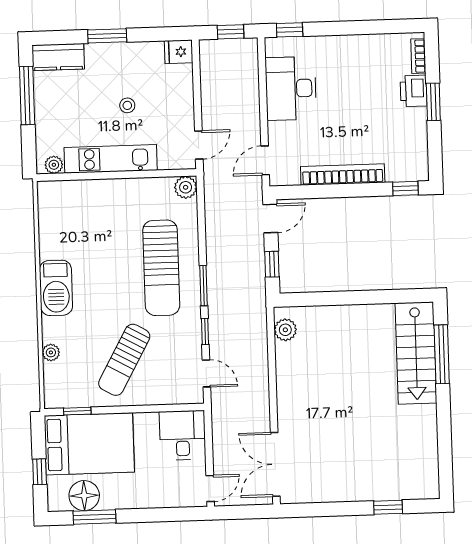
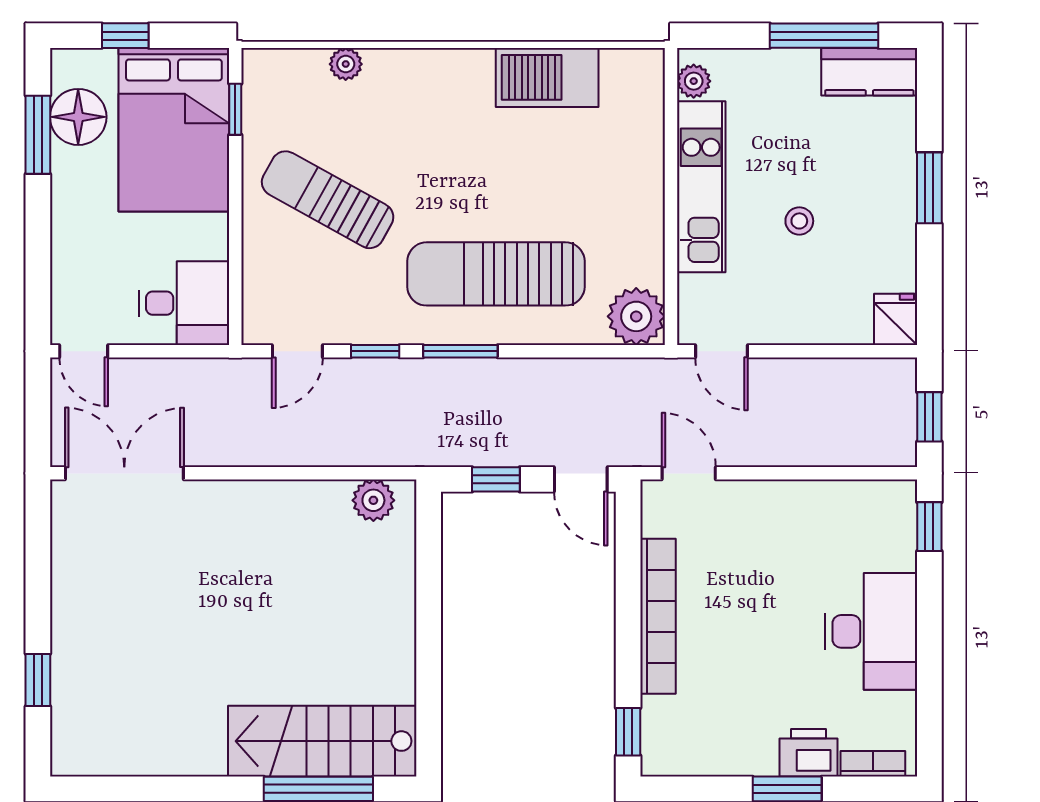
kitchen counter: (58, 57) -> (869, 72), moved, turned -90
desk: (291, 88) -> (871, 631), moved, turned 90
plant: (186, 187) -> (636, 316), width x1.36, depth x1.36
barbecue: (56, 288) -> (547, 77), moved

